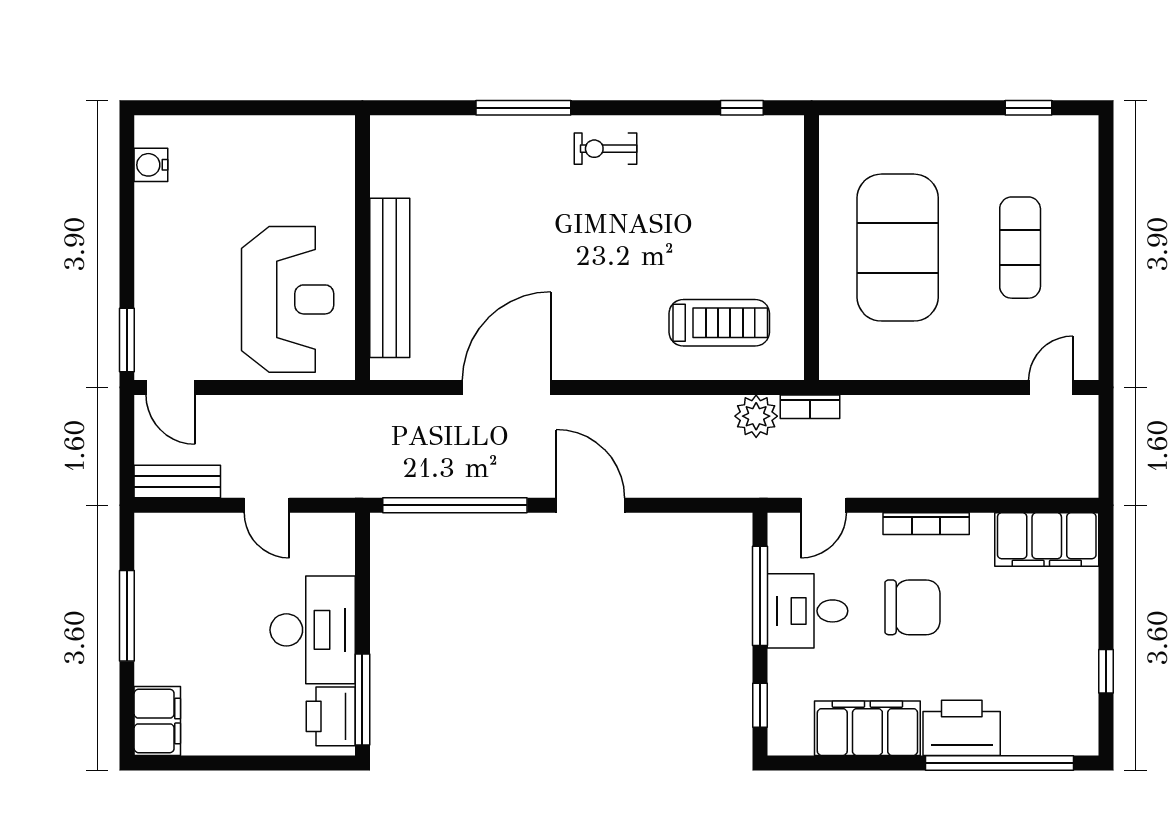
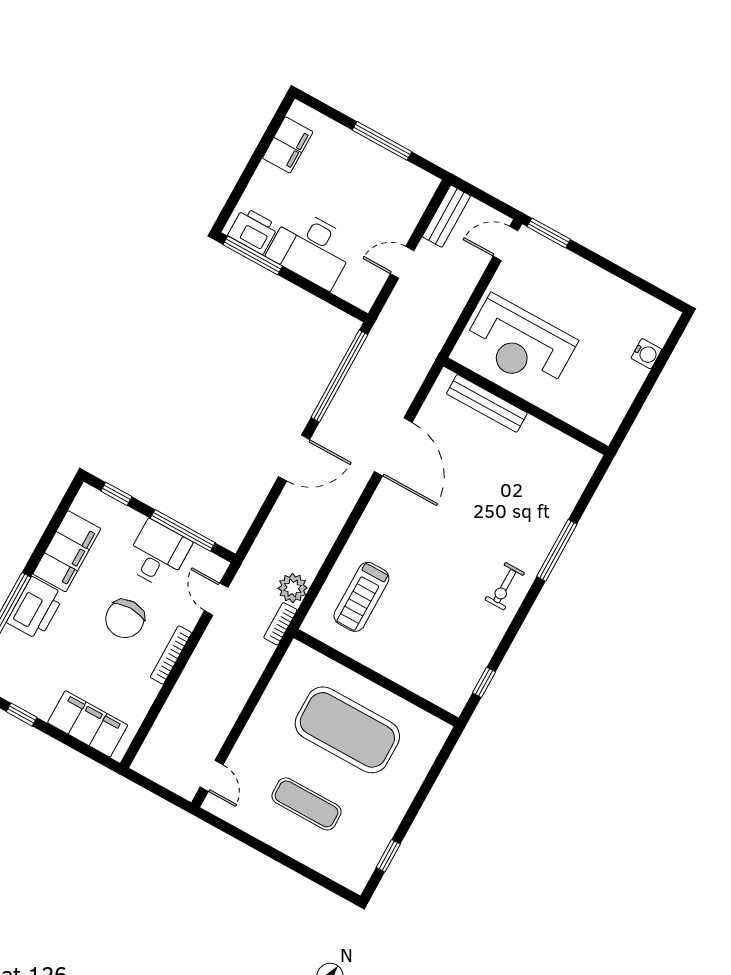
exercise bike: (605, 149) -> (505, 586), turned 180
water cooler: (151, 165) -> (646, 354), moved, turned 90
bench: (390, 278) -> (487, 403), width x0.73, depth x0.82
filing cabinet: (1047, 540) -> (88, 724), moved, turned 90
filing cabinet: (157, 721) -> (288, 145), moved, turned -90

